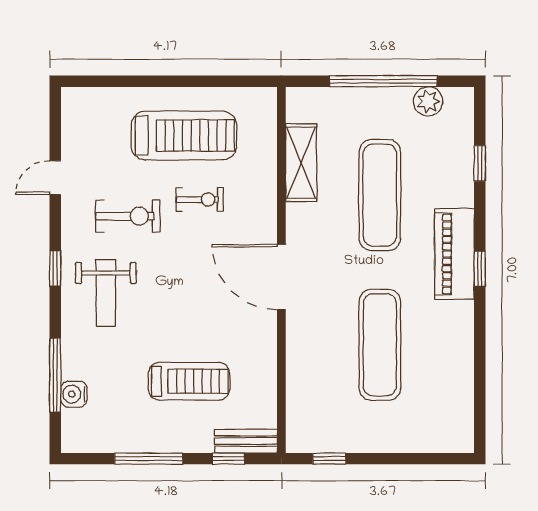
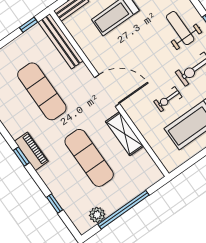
shelving: (301, 163) -> (125, 134), moved
piano: (454, 254) -> (31, 151), width x0.73, depth x0.75
bench: (299, 400) -> (61, 41), added

